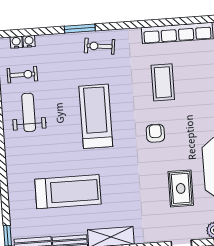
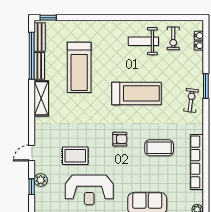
weight bench: (29, 112) -> (143, 41), turned 180

